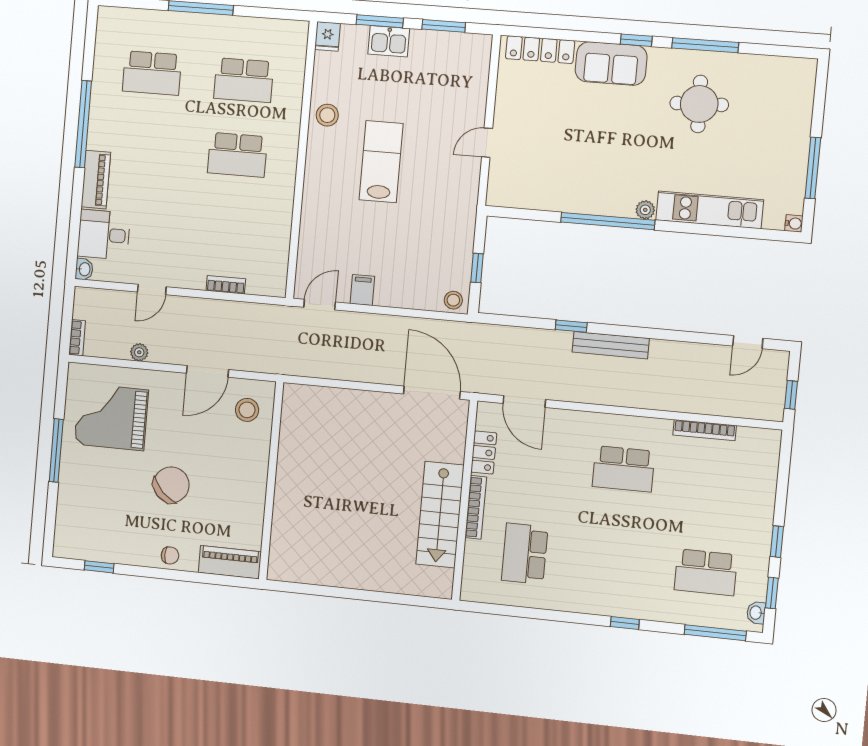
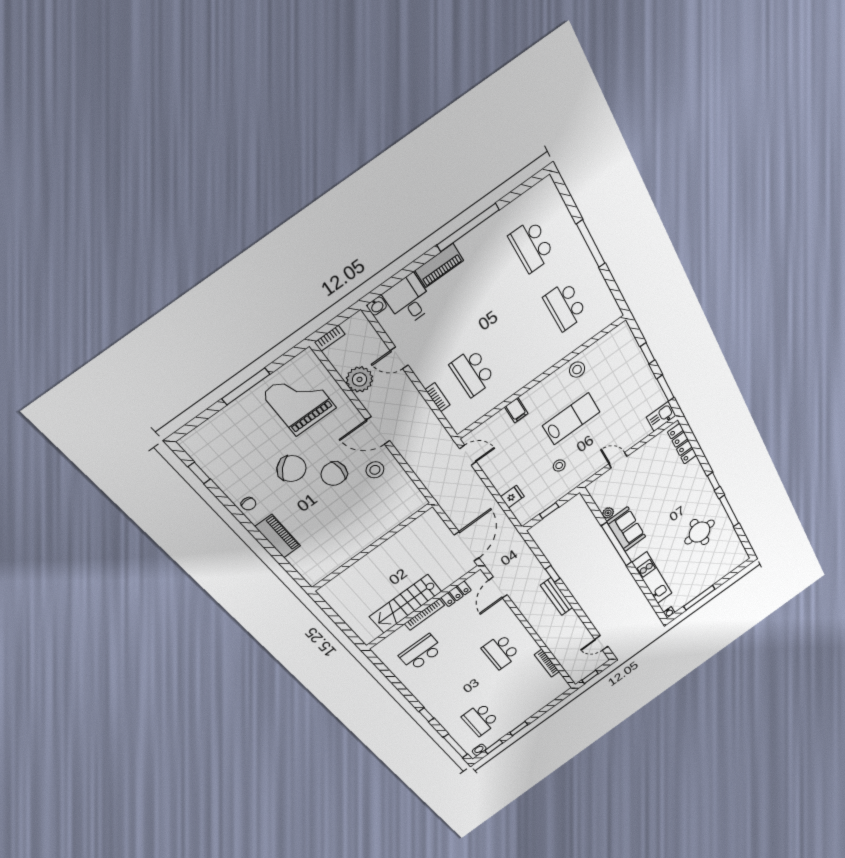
window: (380, 21) -> (647, 353), width x0.67
fridge: (327, 36) -> (512, 497), moved, turned 180
kitchen sink: (389, 41) -> (661, 416), moved, turned 90
sofa: (611, 64) -> (626, 529), moved, turned 180
school desk: (237, 155) -> (472, 373), moved
plant: (645, 210) -> (608, 513), moved
filing cabinet: (362, 290) -> (516, 410), moved, turned 90
stool: (453, 300) -> (559, 466), moved
plant: (139, 352) -> (360, 379), width x1.87, depth x1.87
chair: (214, 451) -> (334, 474), added
wall: (271, 481) -> (372, 547), moved

